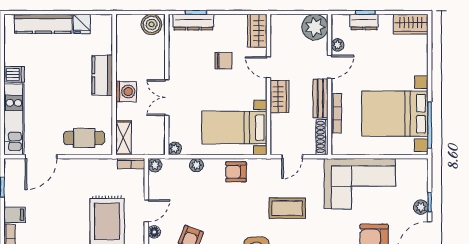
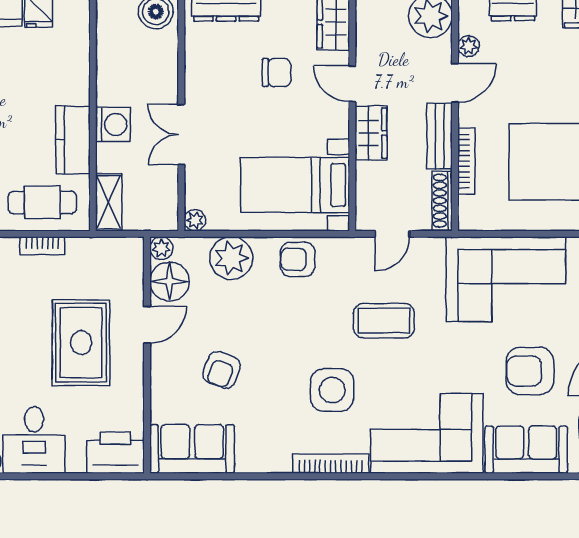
kitchen counter: (102, 75) -> (73, 140), moved
bookcase: (131, 164) -> (42, 246), moved
plant: (196, 165) -> (231, 258), width x1.88, depth x1.88
floor lamp: (154, 232) -> (170, 282), moved, width x1.89, depth x1.89

